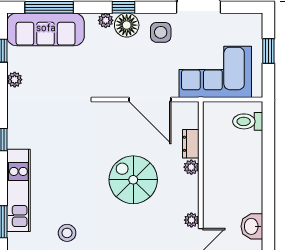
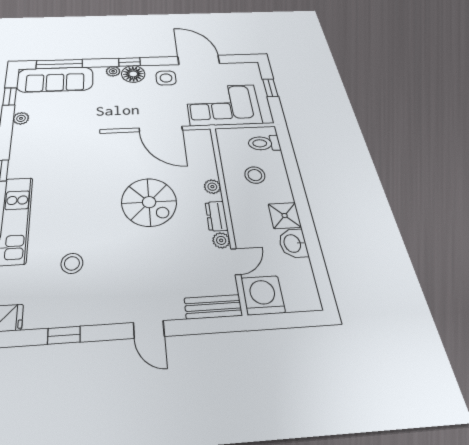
dresser: (191, 144) -> (216, 216), moved
stool: (232, 157) -> (255, 175), added
spiral stairs: (133, 180) -> (149, 202), turned 180
shower: (251, 200) -> (285, 216), added

